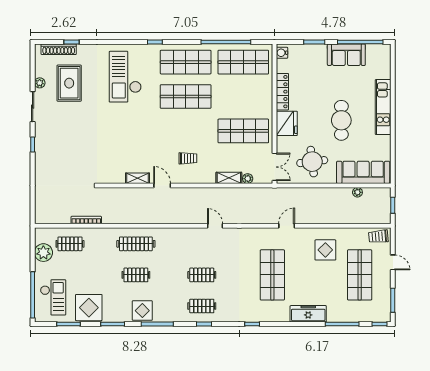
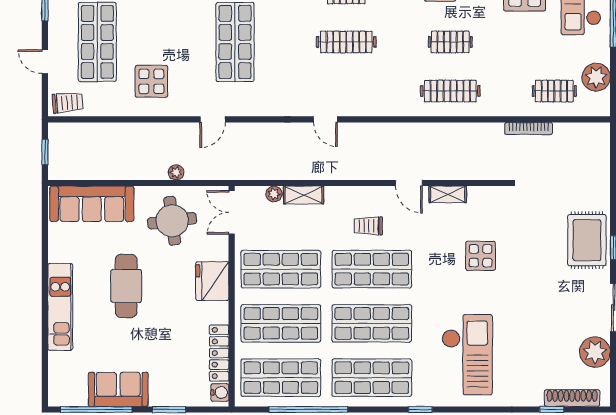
plant: (40, 83) -> (595, 352), width x1.87, depth x1.87
rug: (69, 83) -> (587, 240), moved
locker: (282, 92) -> (219, 353), moved
shop shelf: (243, 97) -> (281, 323), added
shop shelf: (186, 131) -> (372, 269), added
display table: (117, 139) -> (481, 256), added
plant: (357, 192) -> (176, 172), moved
clothes rail: (202, 275) -> (346, 42), width x1.36

